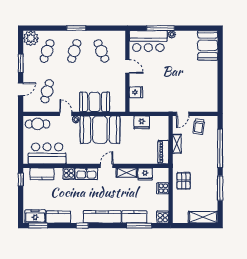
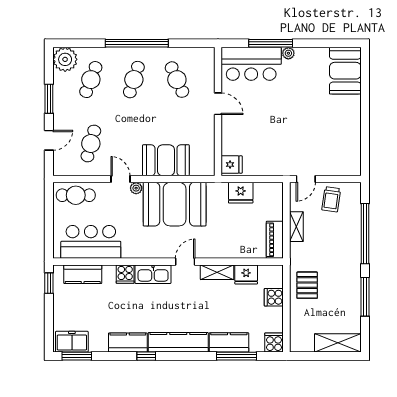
window: (76, 28) -> (137, 43), width x2.11
fridge: (136, 92) -> (232, 165), moved
kitchen counter: (58, 217) -> (128, 343), moved

